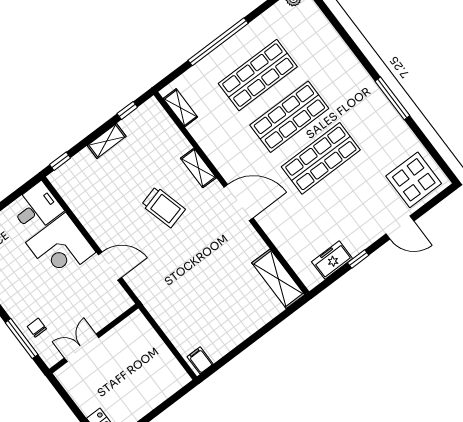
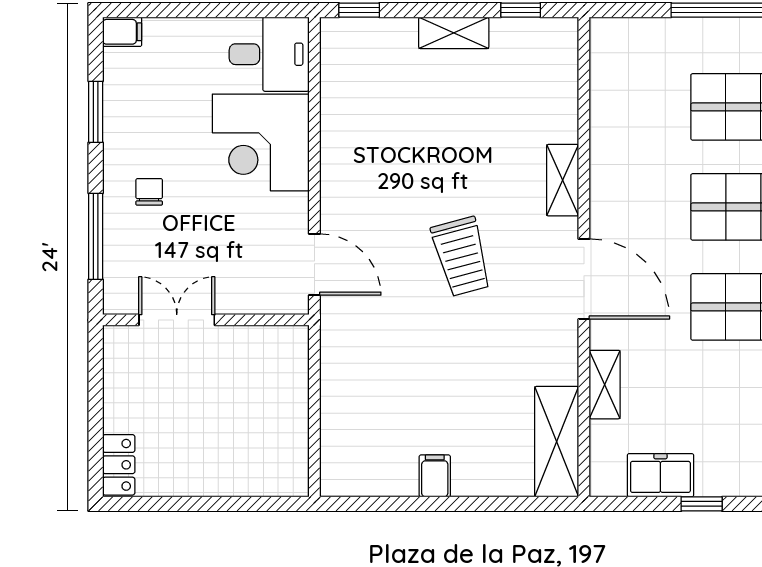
shelving: (180, 108) -> (605, 385), moved
trolley: (163, 207) -> (461, 257), moved
door: (110, 266) -> (314, 265), moved
chair: (37, 328) -> (149, 192), moved
filing cabinet: (200, 360) -> (435, 476), moved

